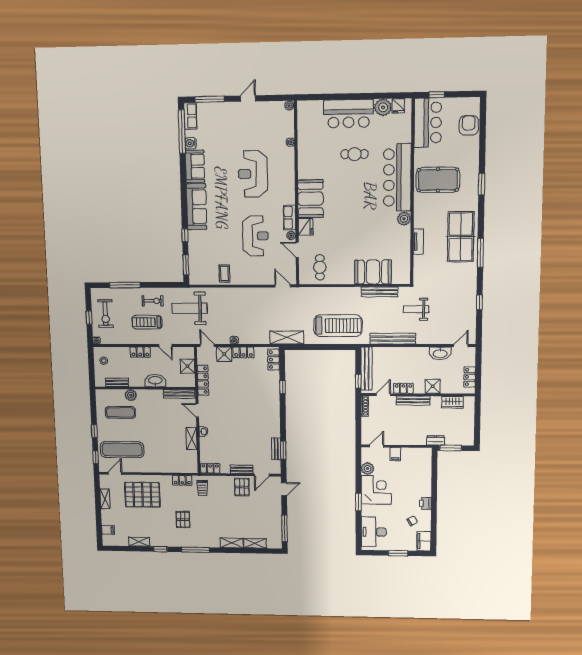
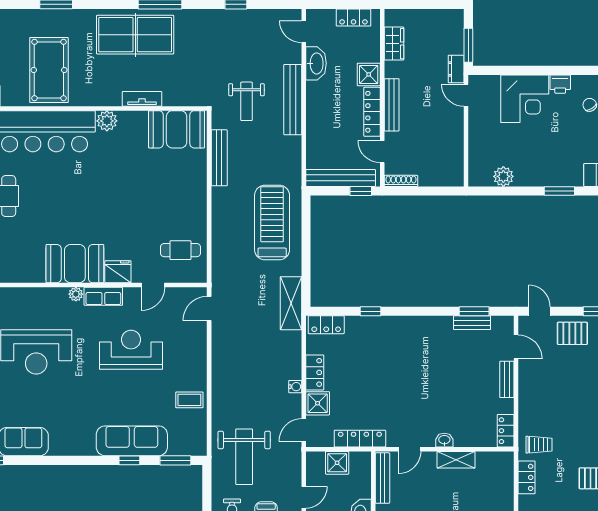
sofa: (197, 207) -> (132, 441), moved
plant: (291, 235) -> (76, 294), moved
booth: (373, 272) -> (177, 129), moved, turned 90
bench: (393, 339) -> (293, 100), moved
locker: (403, 388) -> (372, 112), width x1.53
door: (377, 446) -> (466, 95), moved
filing cabinet: (395, 454) -> (479, 132), removed
pallet: (242, 487) -> (572, 333), moved
corner desk: (376, 490) -> (525, 99), moved, turned 180

